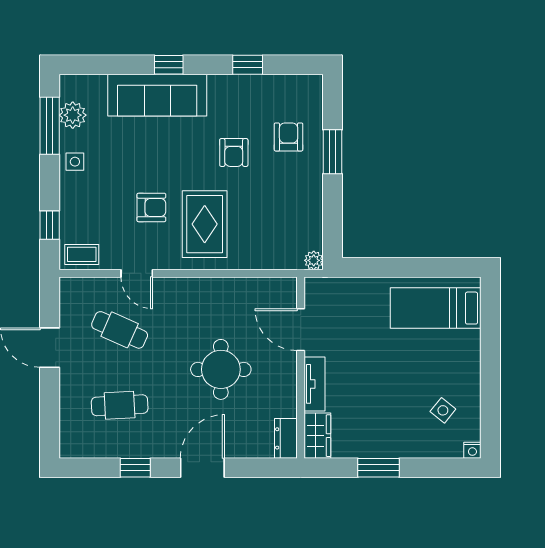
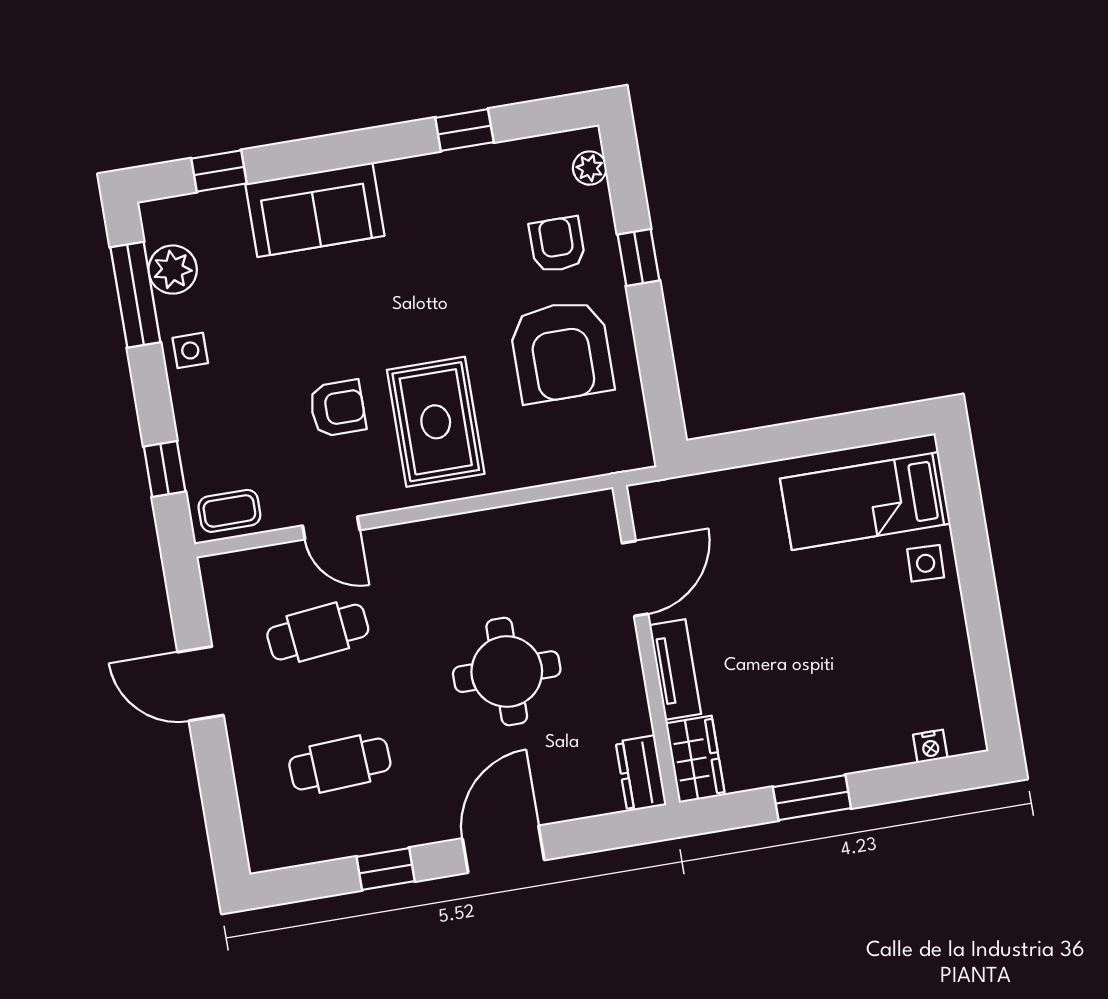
window: (169, 65) -> (219, 171), moved
sofa: (157, 95) -> (315, 210), width x0.73
window: (332, 152) -> (638, 257), width x0.67
armchair: (234, 153) -> (561, 351), moved, width x1.88, depth x1.88
plant: (314, 260) -> (590, 168), moved
cafe table: (120, 330) -> (318, 632), turned -30
door: (301, 330) -> (635, 579), swing flipped
side table: (443, 410) -> (926, 563), moved, turned -37
nightstand: (472, 450) -> (930, 746), moved

